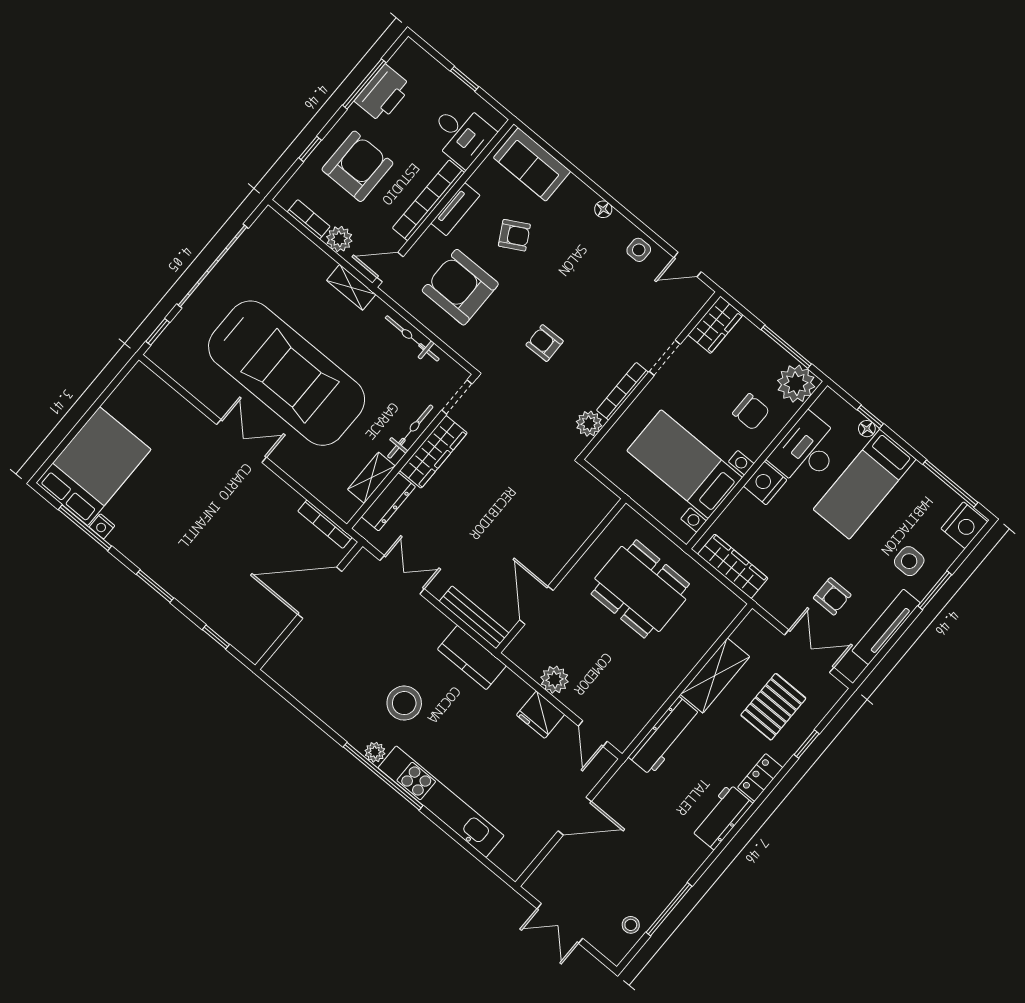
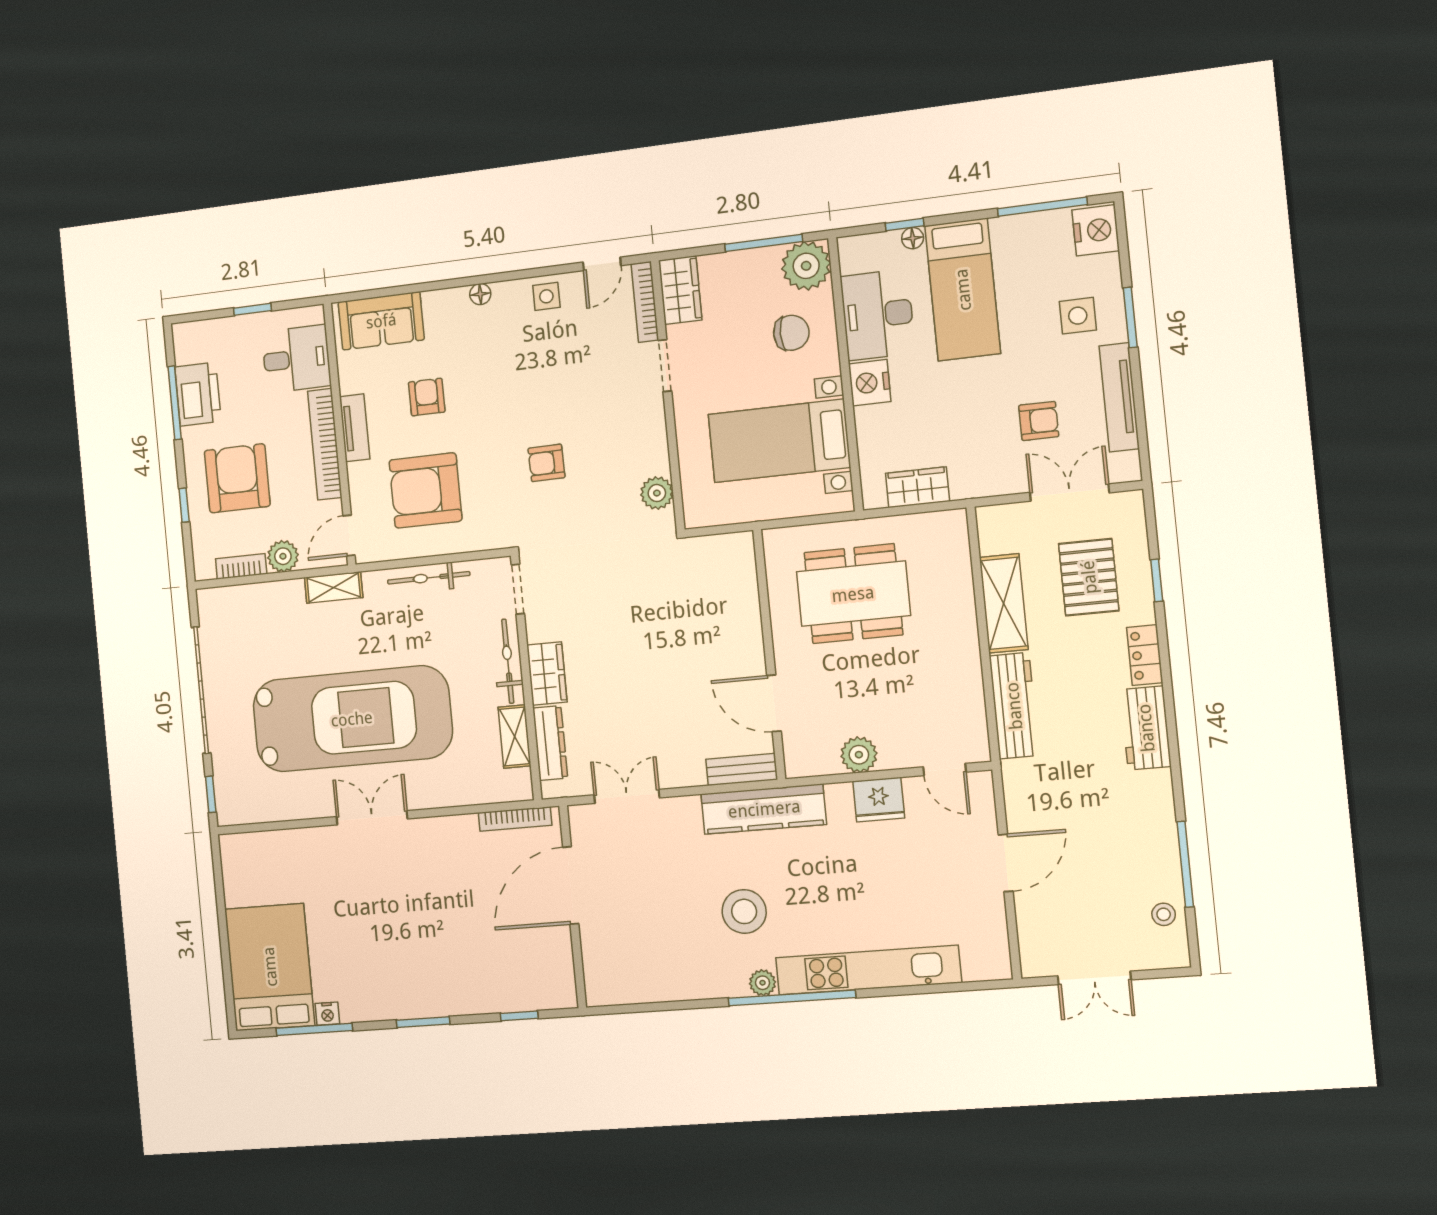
armchair: (514, 235) -> (427, 397), turned -61
bookcase: (623, 391) -> (645, 302), moved
wardrobe: (433, 452) -> (547, 674), width x0.67
wardrobe: (733, 566) -> (917, 487), width x0.67
bench: (474, 617) -> (742, 769), width x0.73
kitchen counter: (472, 657) -> (764, 809), width x1.50

